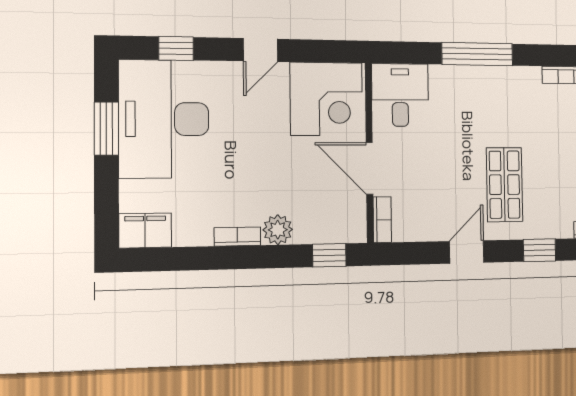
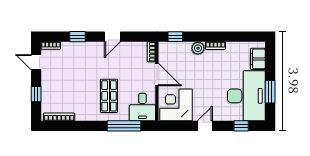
window: (477, 54) -> (124, 126), moved
shop shelf: (504, 185) -> (109, 96), moved
filing cabinet: (145, 231) -> (258, 59), moved, turned 90

